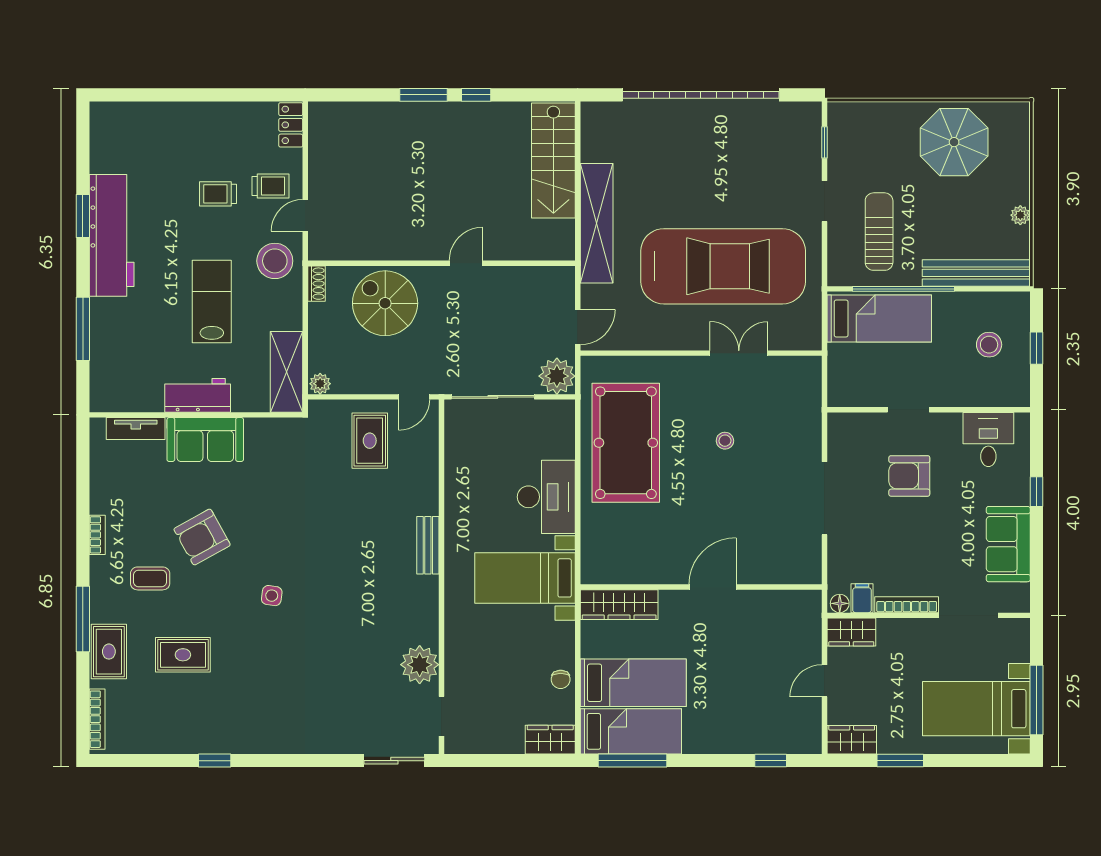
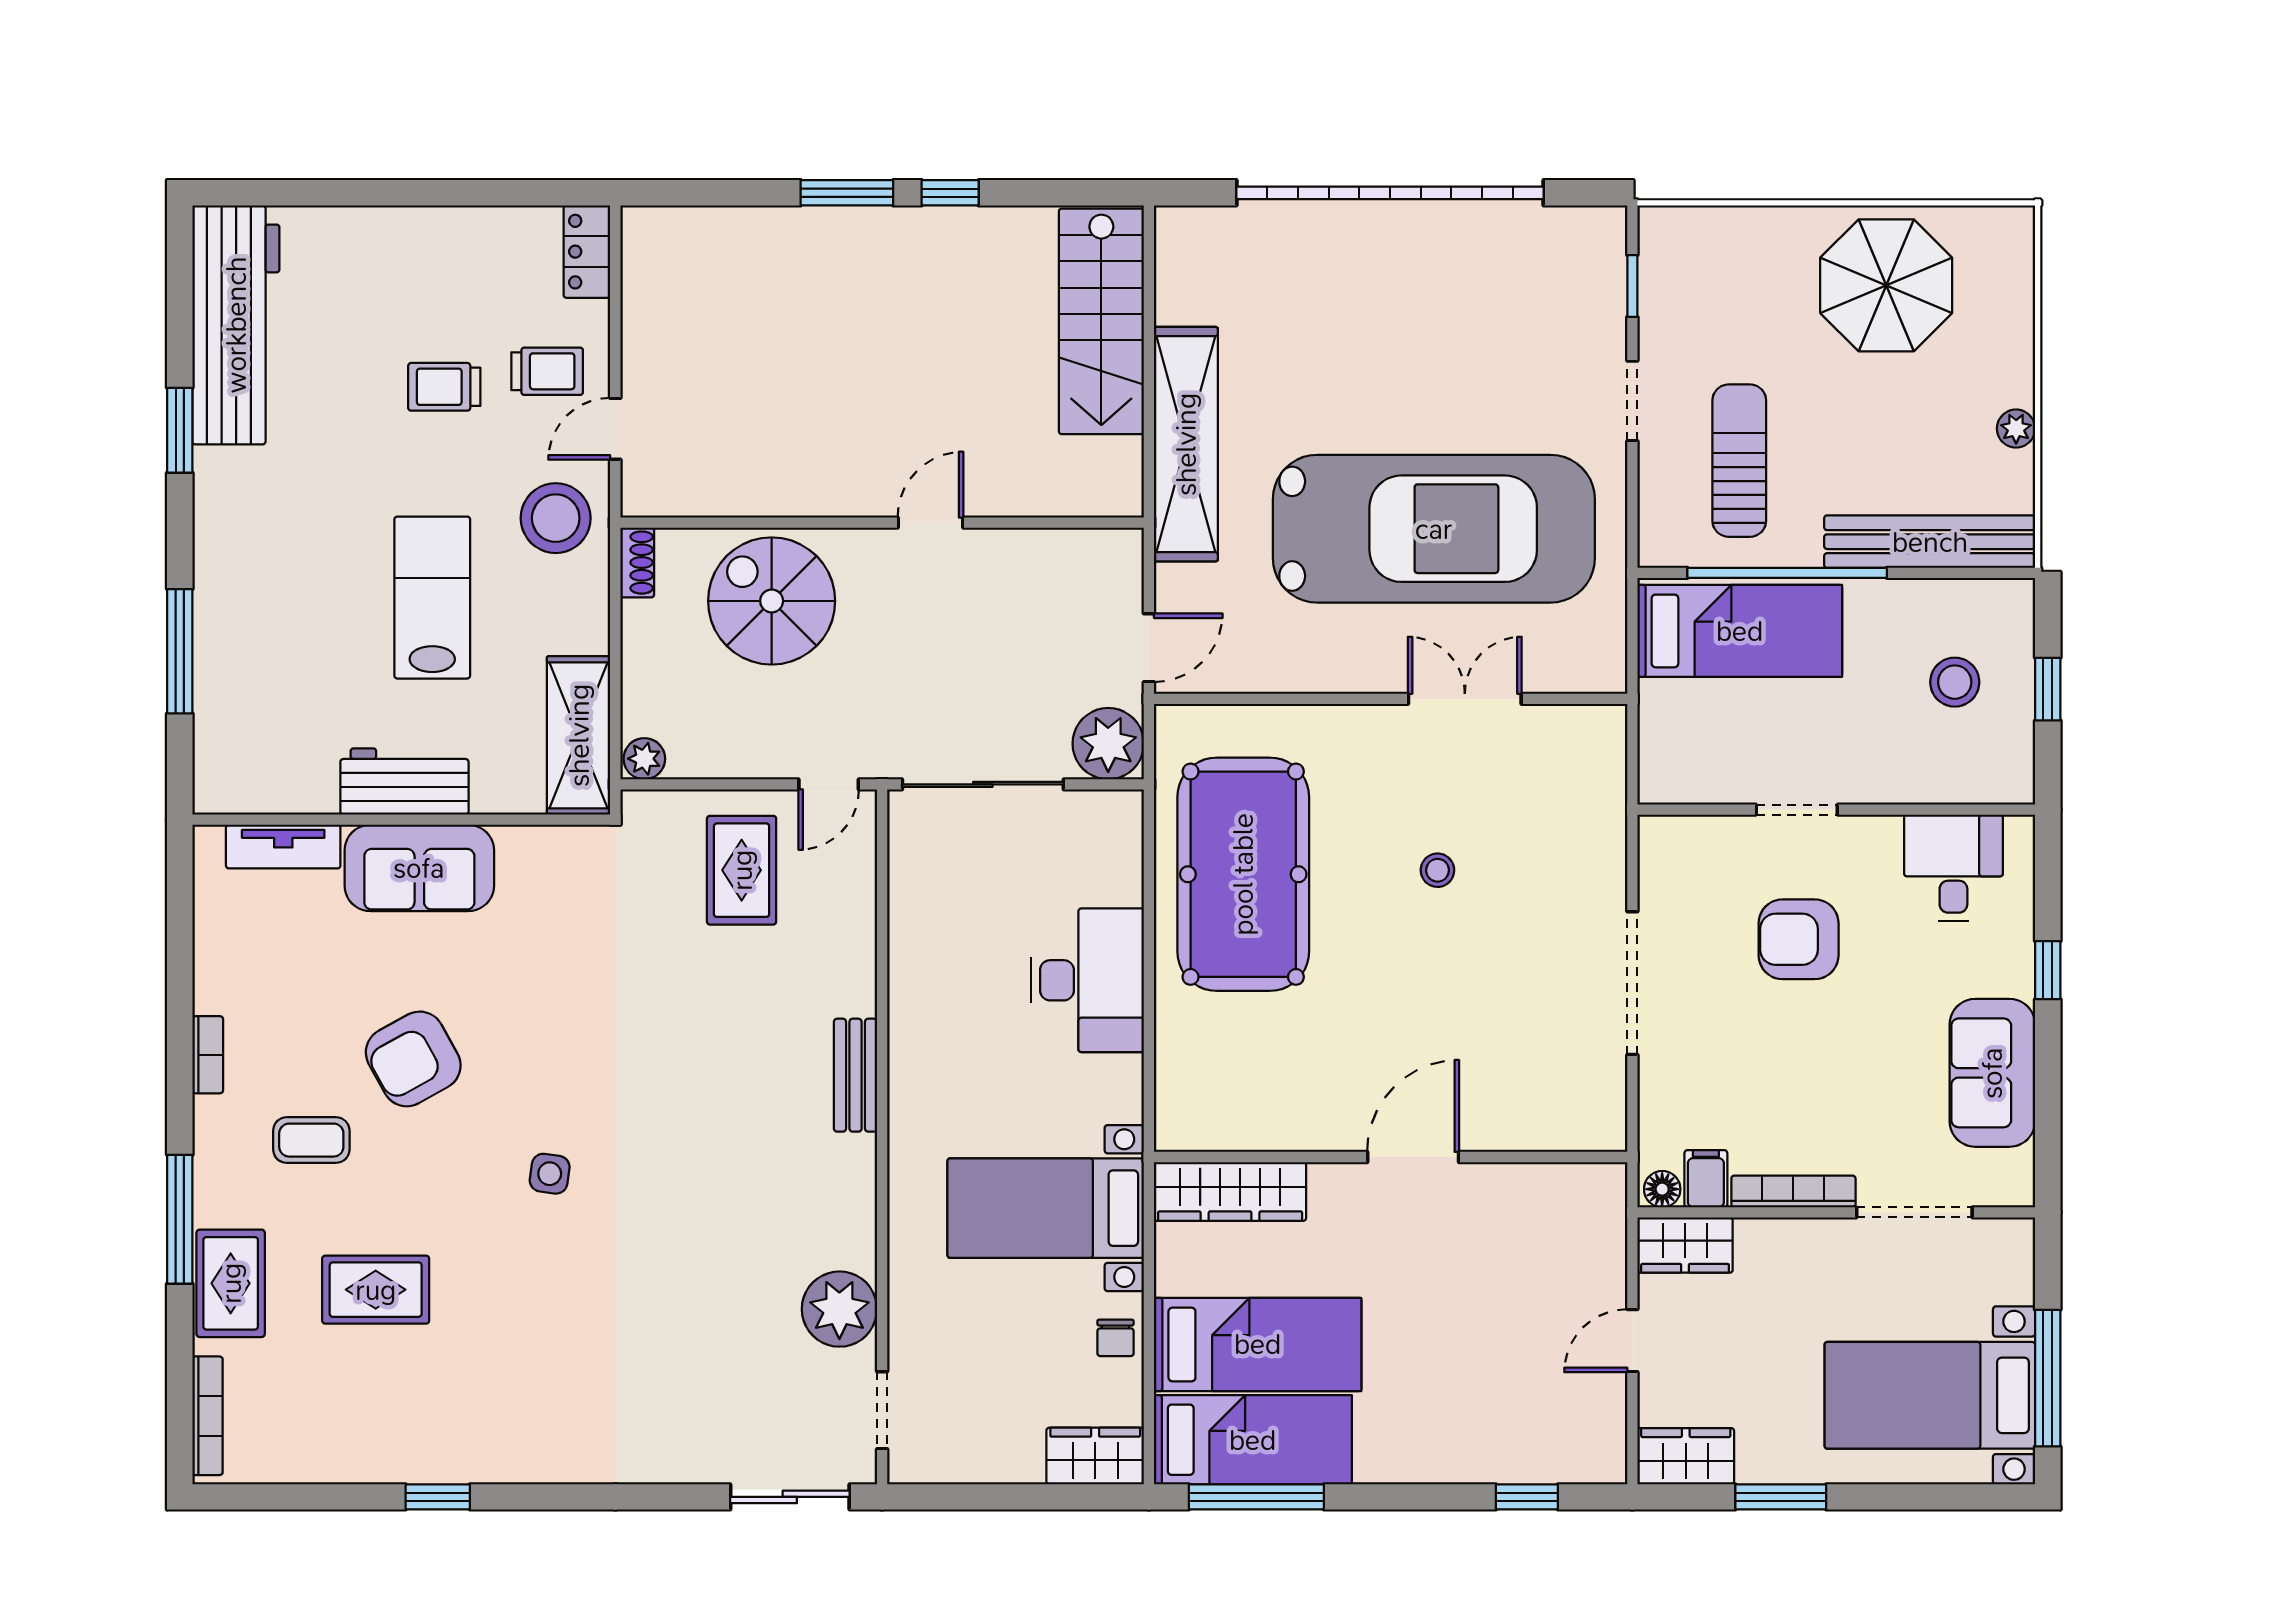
workbench: (112, 235) -> (236, 325), moved
bed with nightstands: (525, 578) -> (1046, 1208), moved

